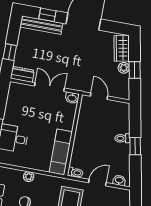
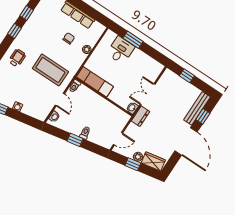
dresser: (22, 74) -> (140, 116), moved
double door: (50, 87) -> (148, 94), swing flipped
door: (99, 96) -> (118, 139), moved

